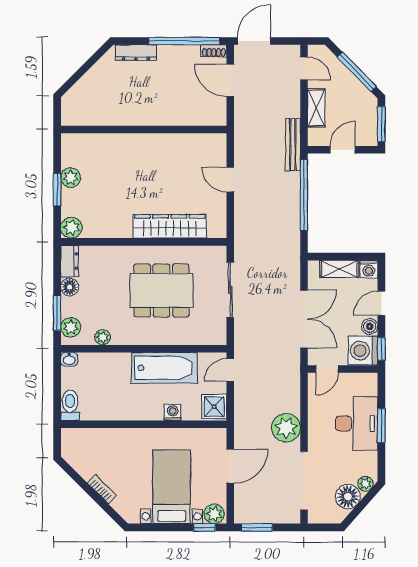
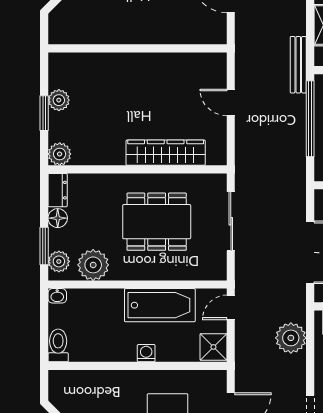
plant: (103, 337) -> (93, 265), width x1.88, depth x1.88
washing machine: (173, 412) -> (146, 353), moved
plant: (286, 428) -> (291, 338), moved

